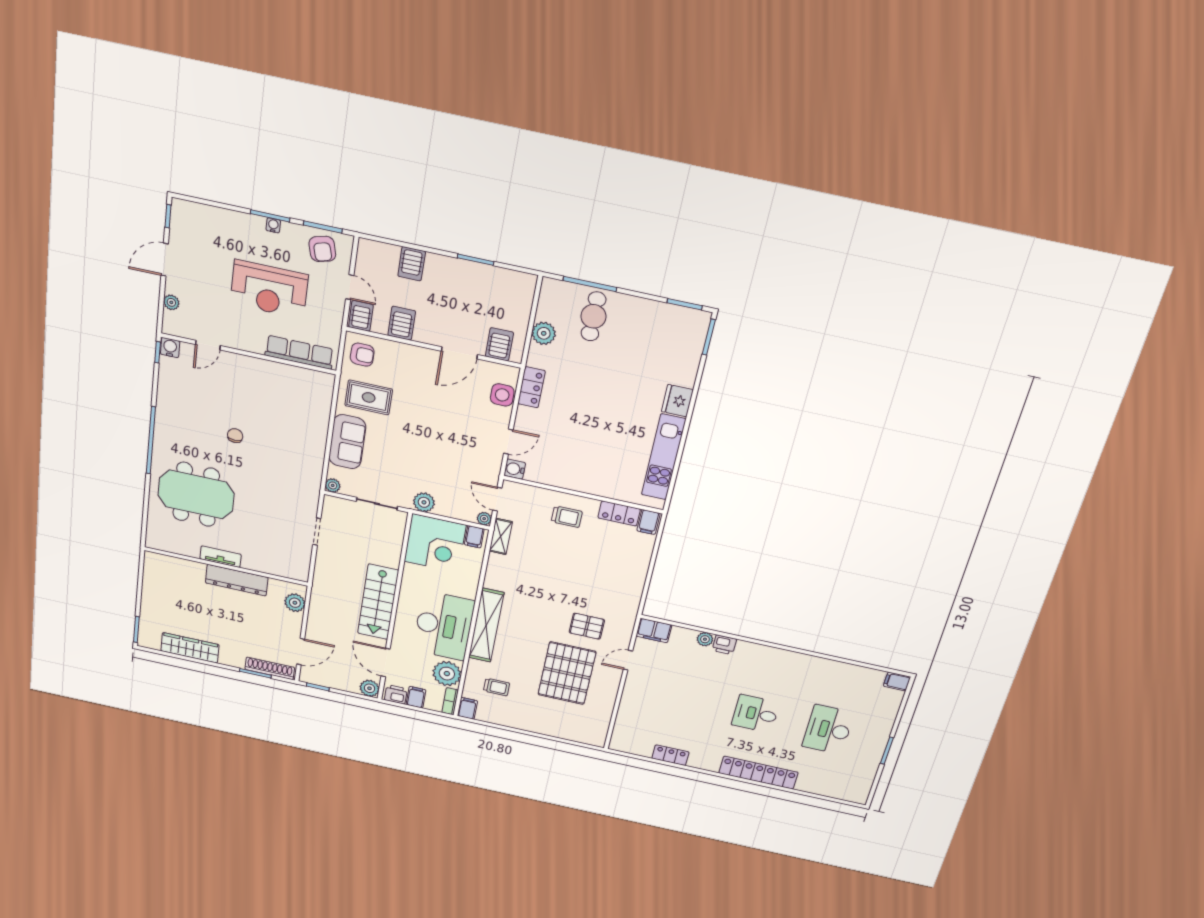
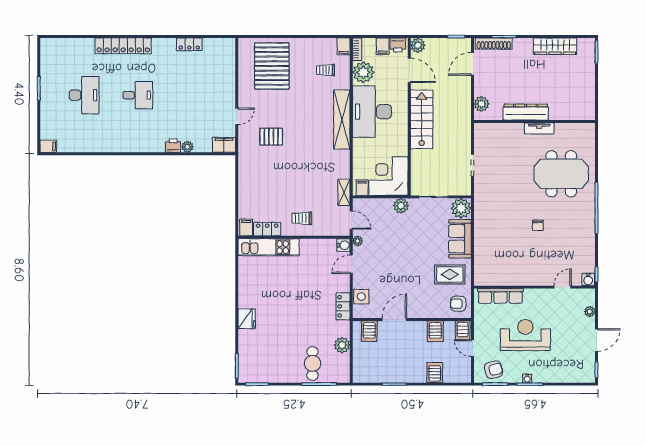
armchair: (322, 249) -> (494, 370), turned 91
kitchen unit: (664, 457) -> (269, 247), moved, turned 90
plant: (333, 485) -> (461, 208), width x1.88, depth x1.88
plant: (484, 519) -> (358, 241), moved
pallet: (567, 673) -> (272, 66), moved

